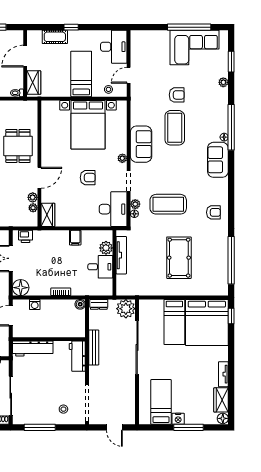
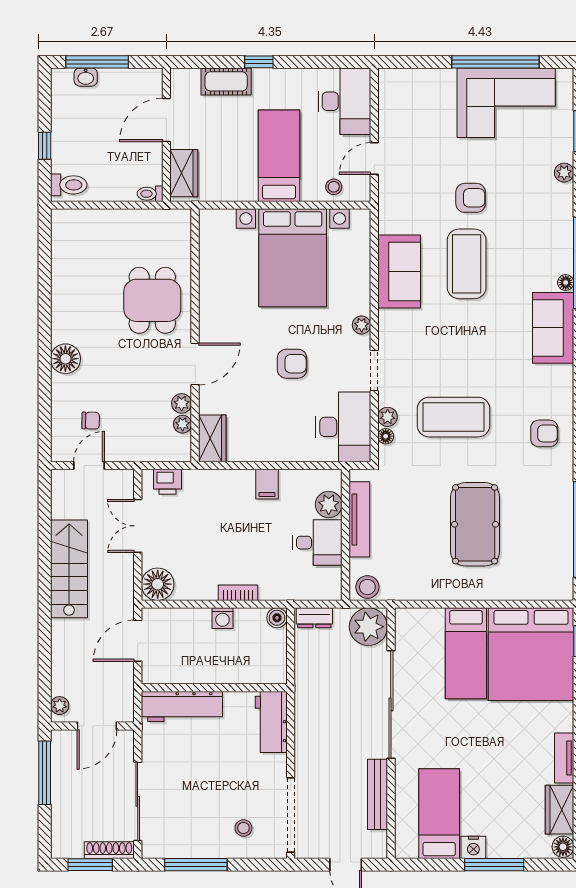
sofa: (141, 144) -> (399, 271), moved
stool: (125, 289) -> (367, 587), added
washing machine: (35, 304) -> (223, 618), moved
bench: (94, 347) -> (378, 794), moved

